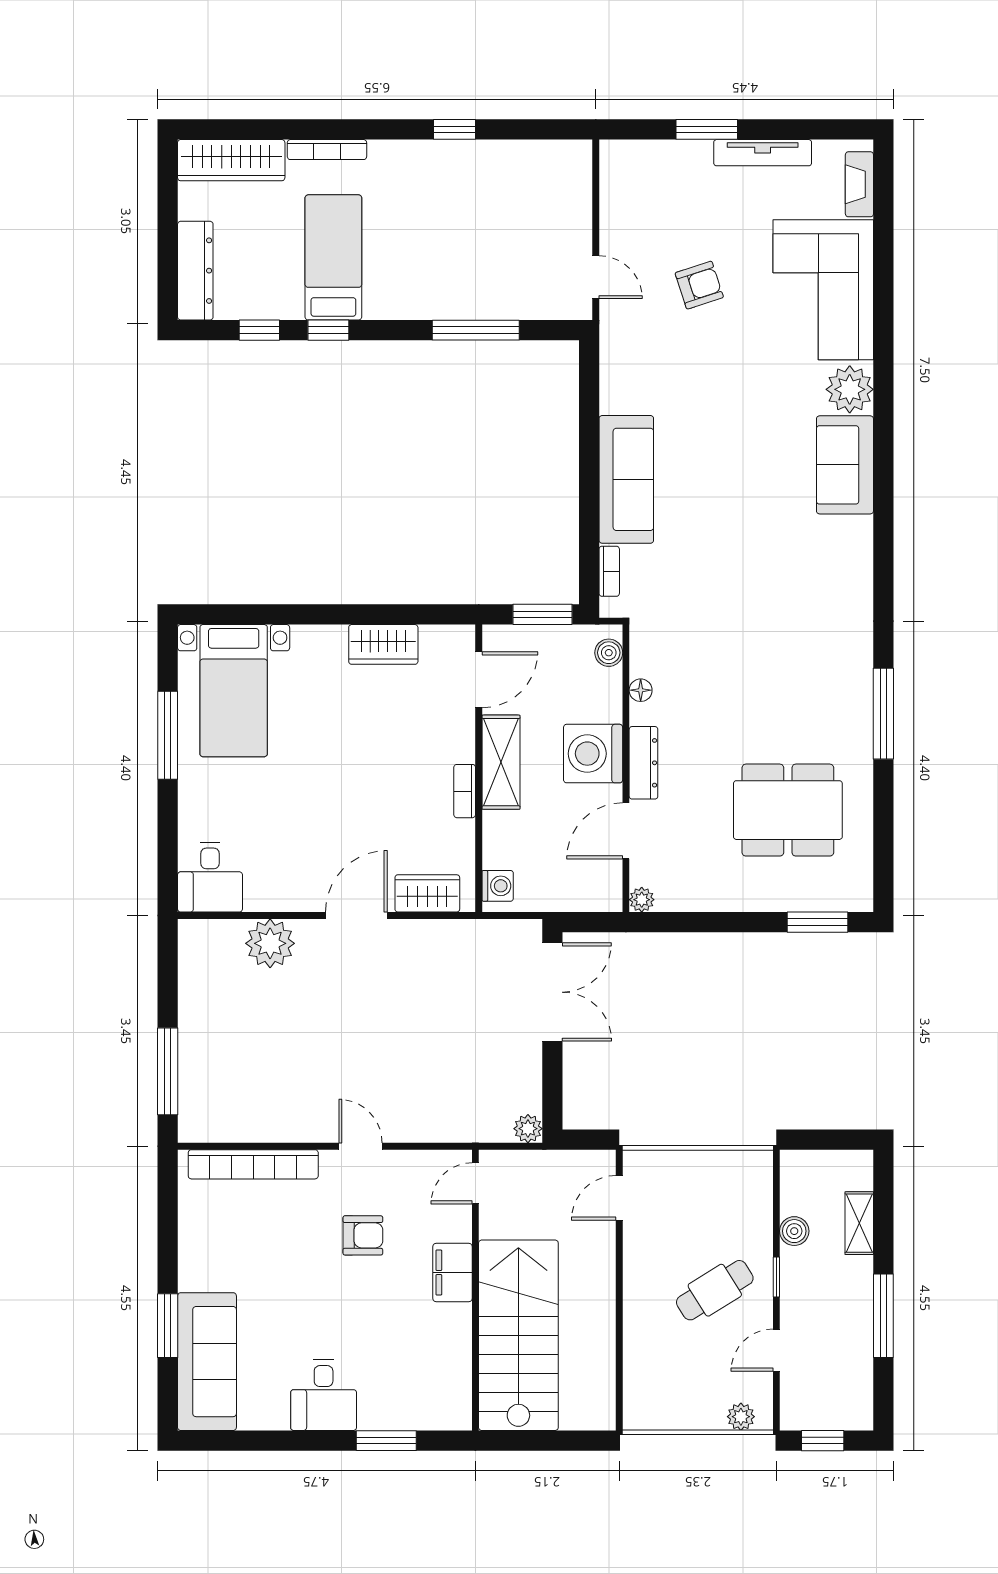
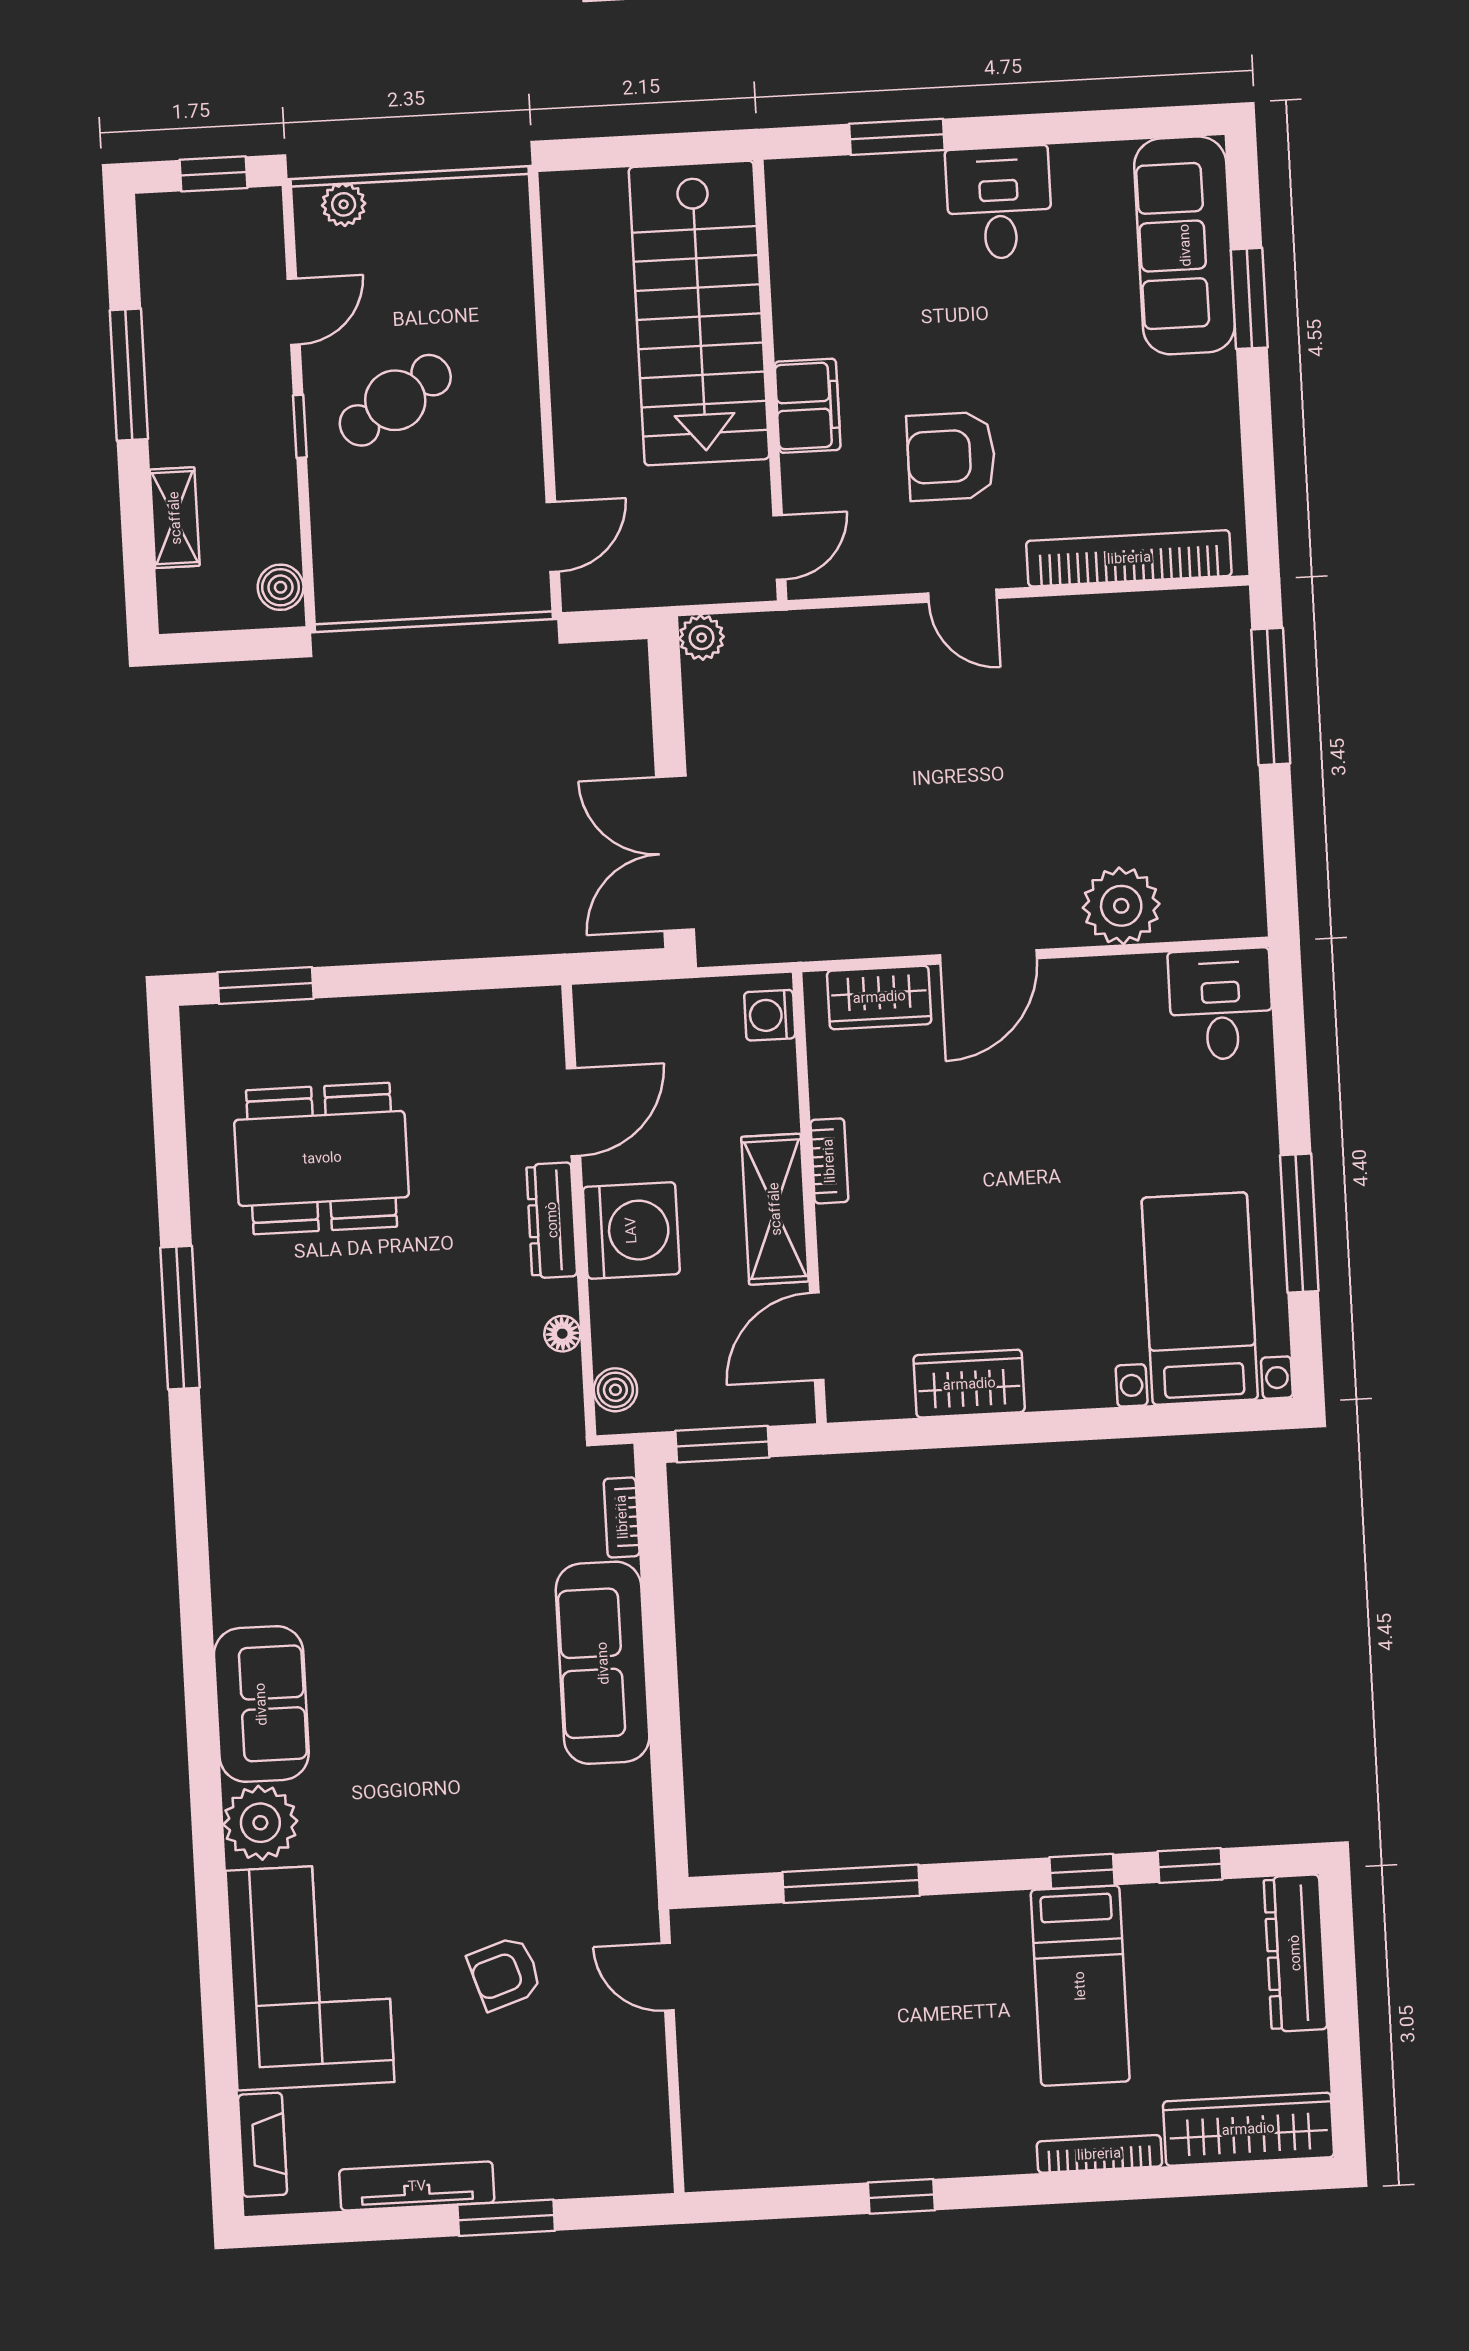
plant: (642, 900) -> (543, 1006), removed
boiler: (794, 1231) -> (281, 587), moved
armchair: (363, 1235) -> (951, 456), width x1.38, depth x1.38

